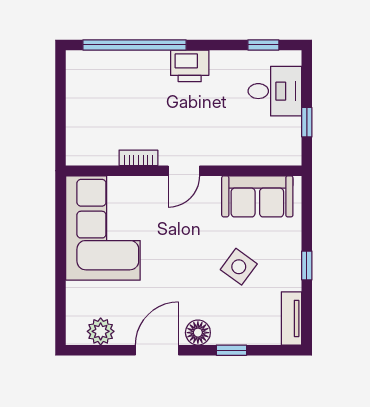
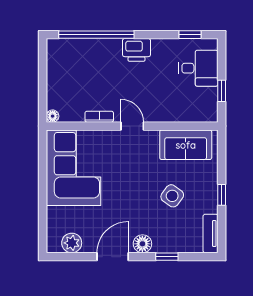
floor lamp: (74, 157) -> (53, 116), added
door: (184, 171) -> (132, 126), swing flipped

